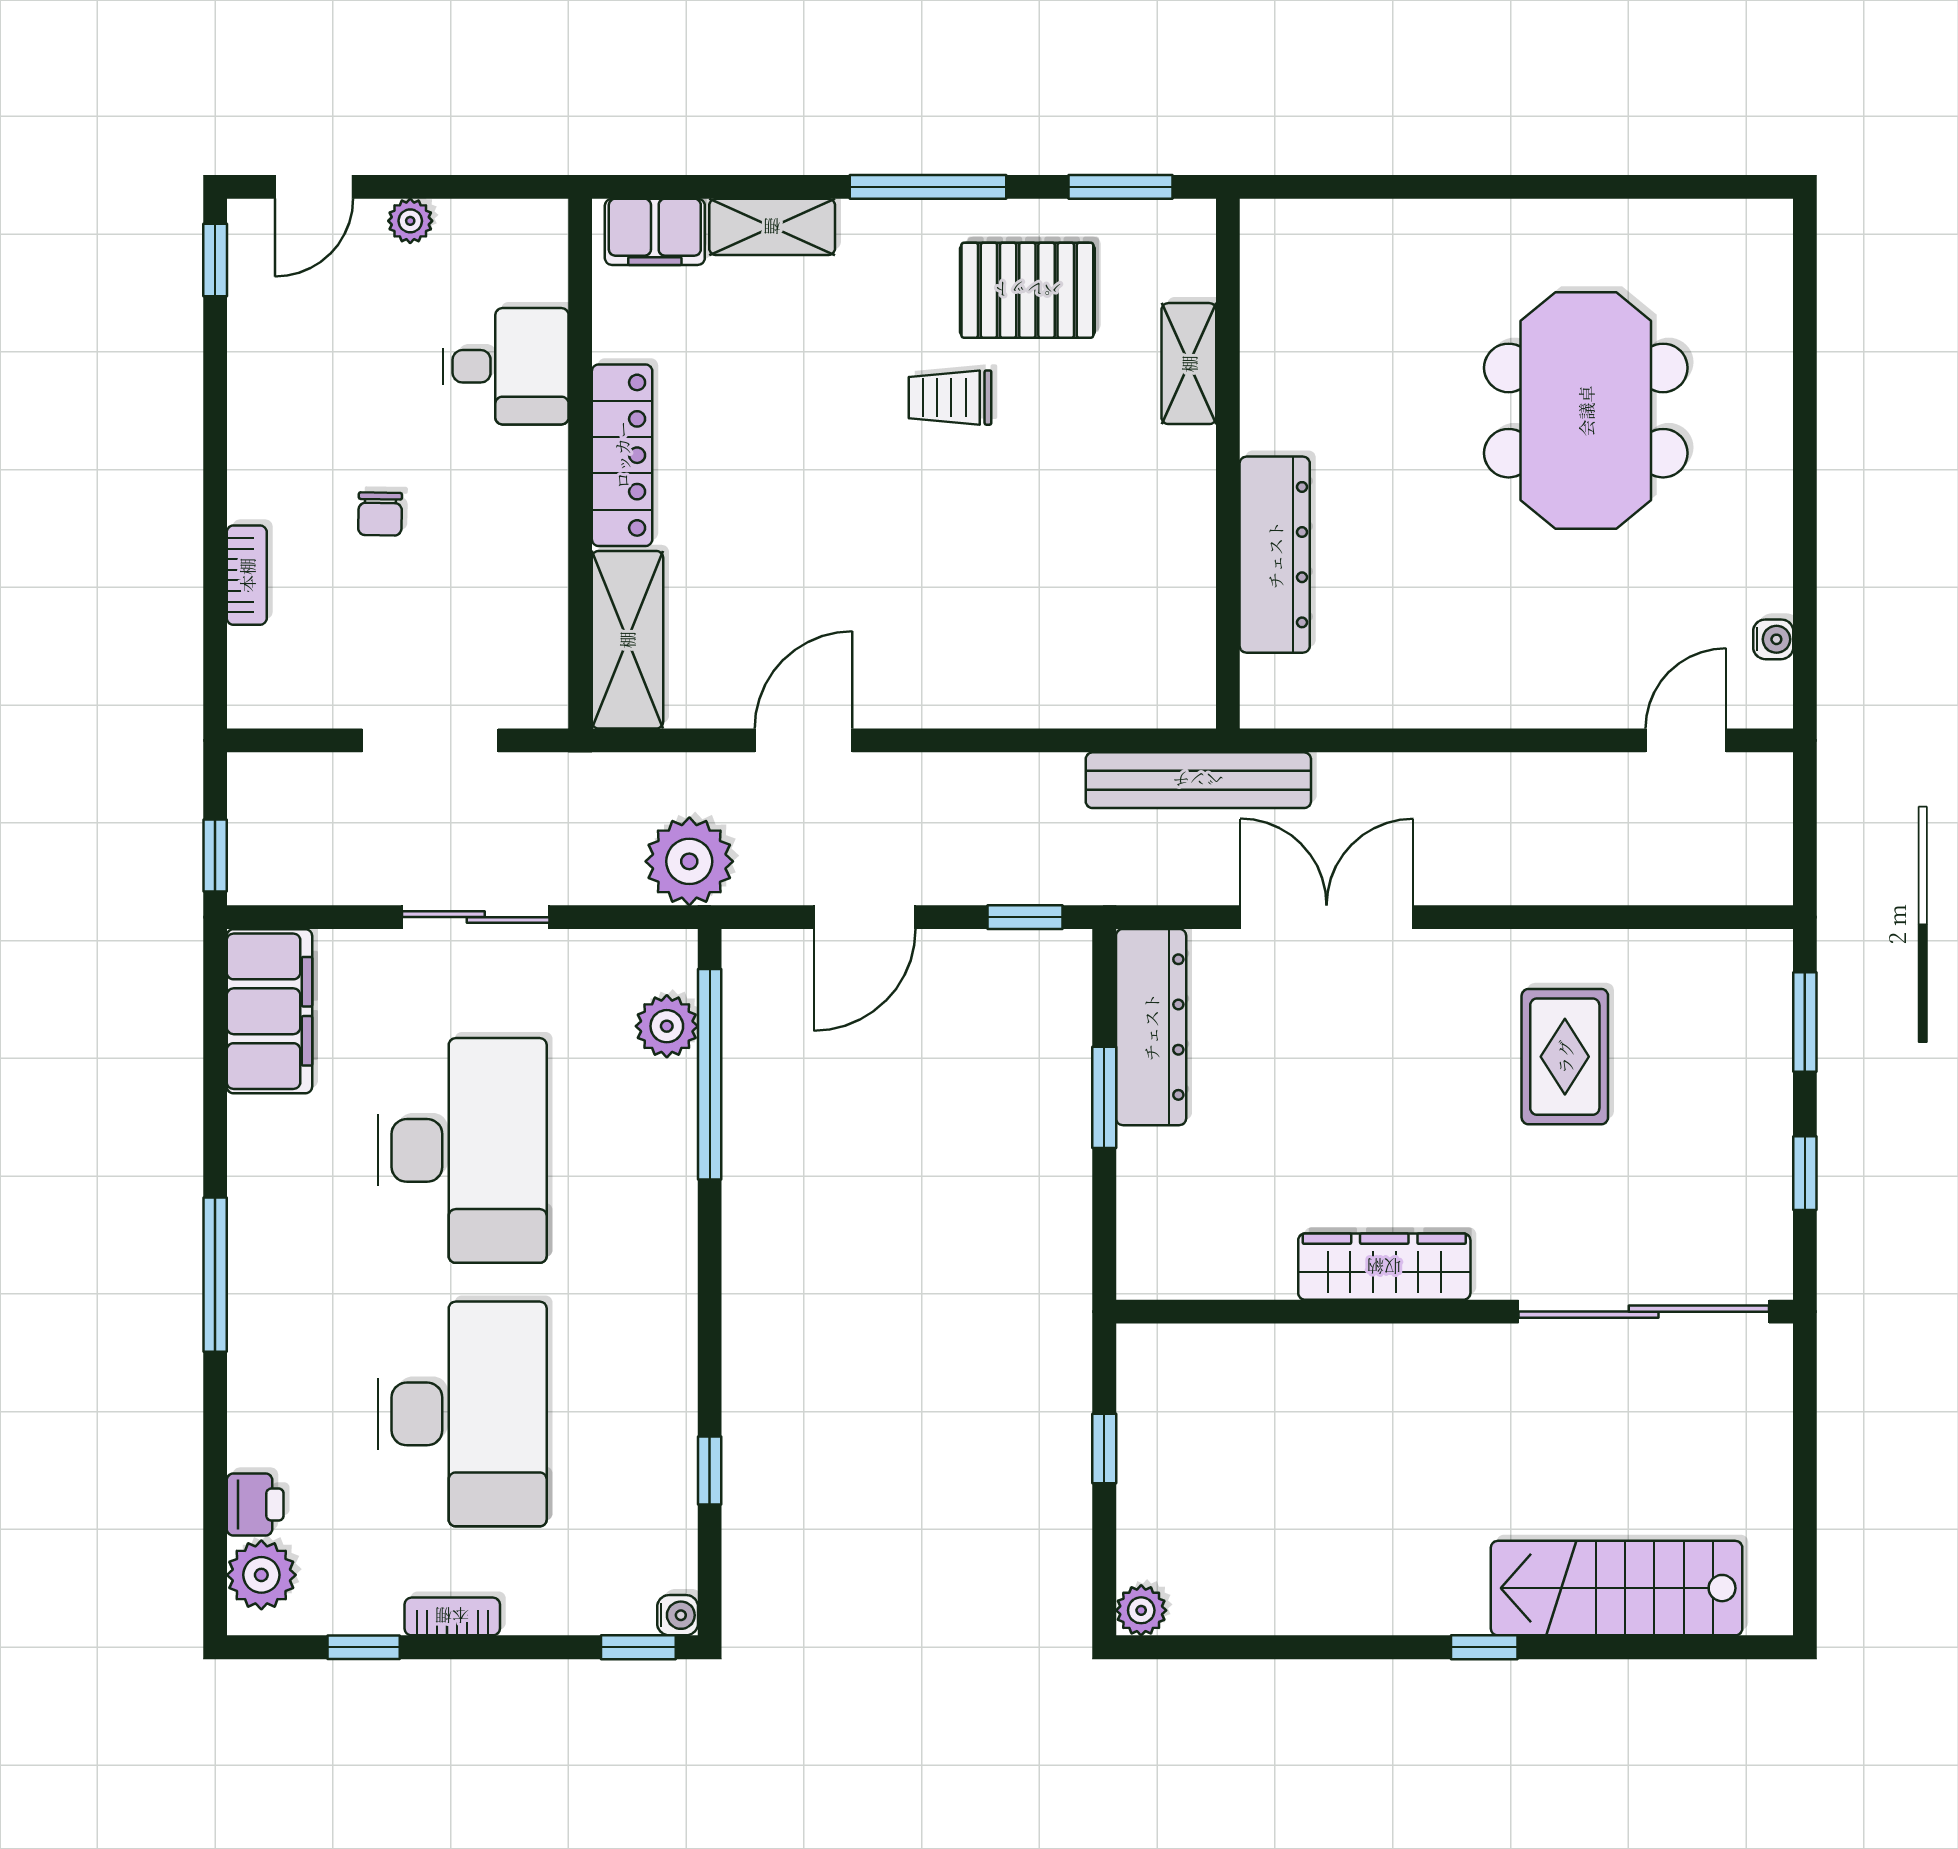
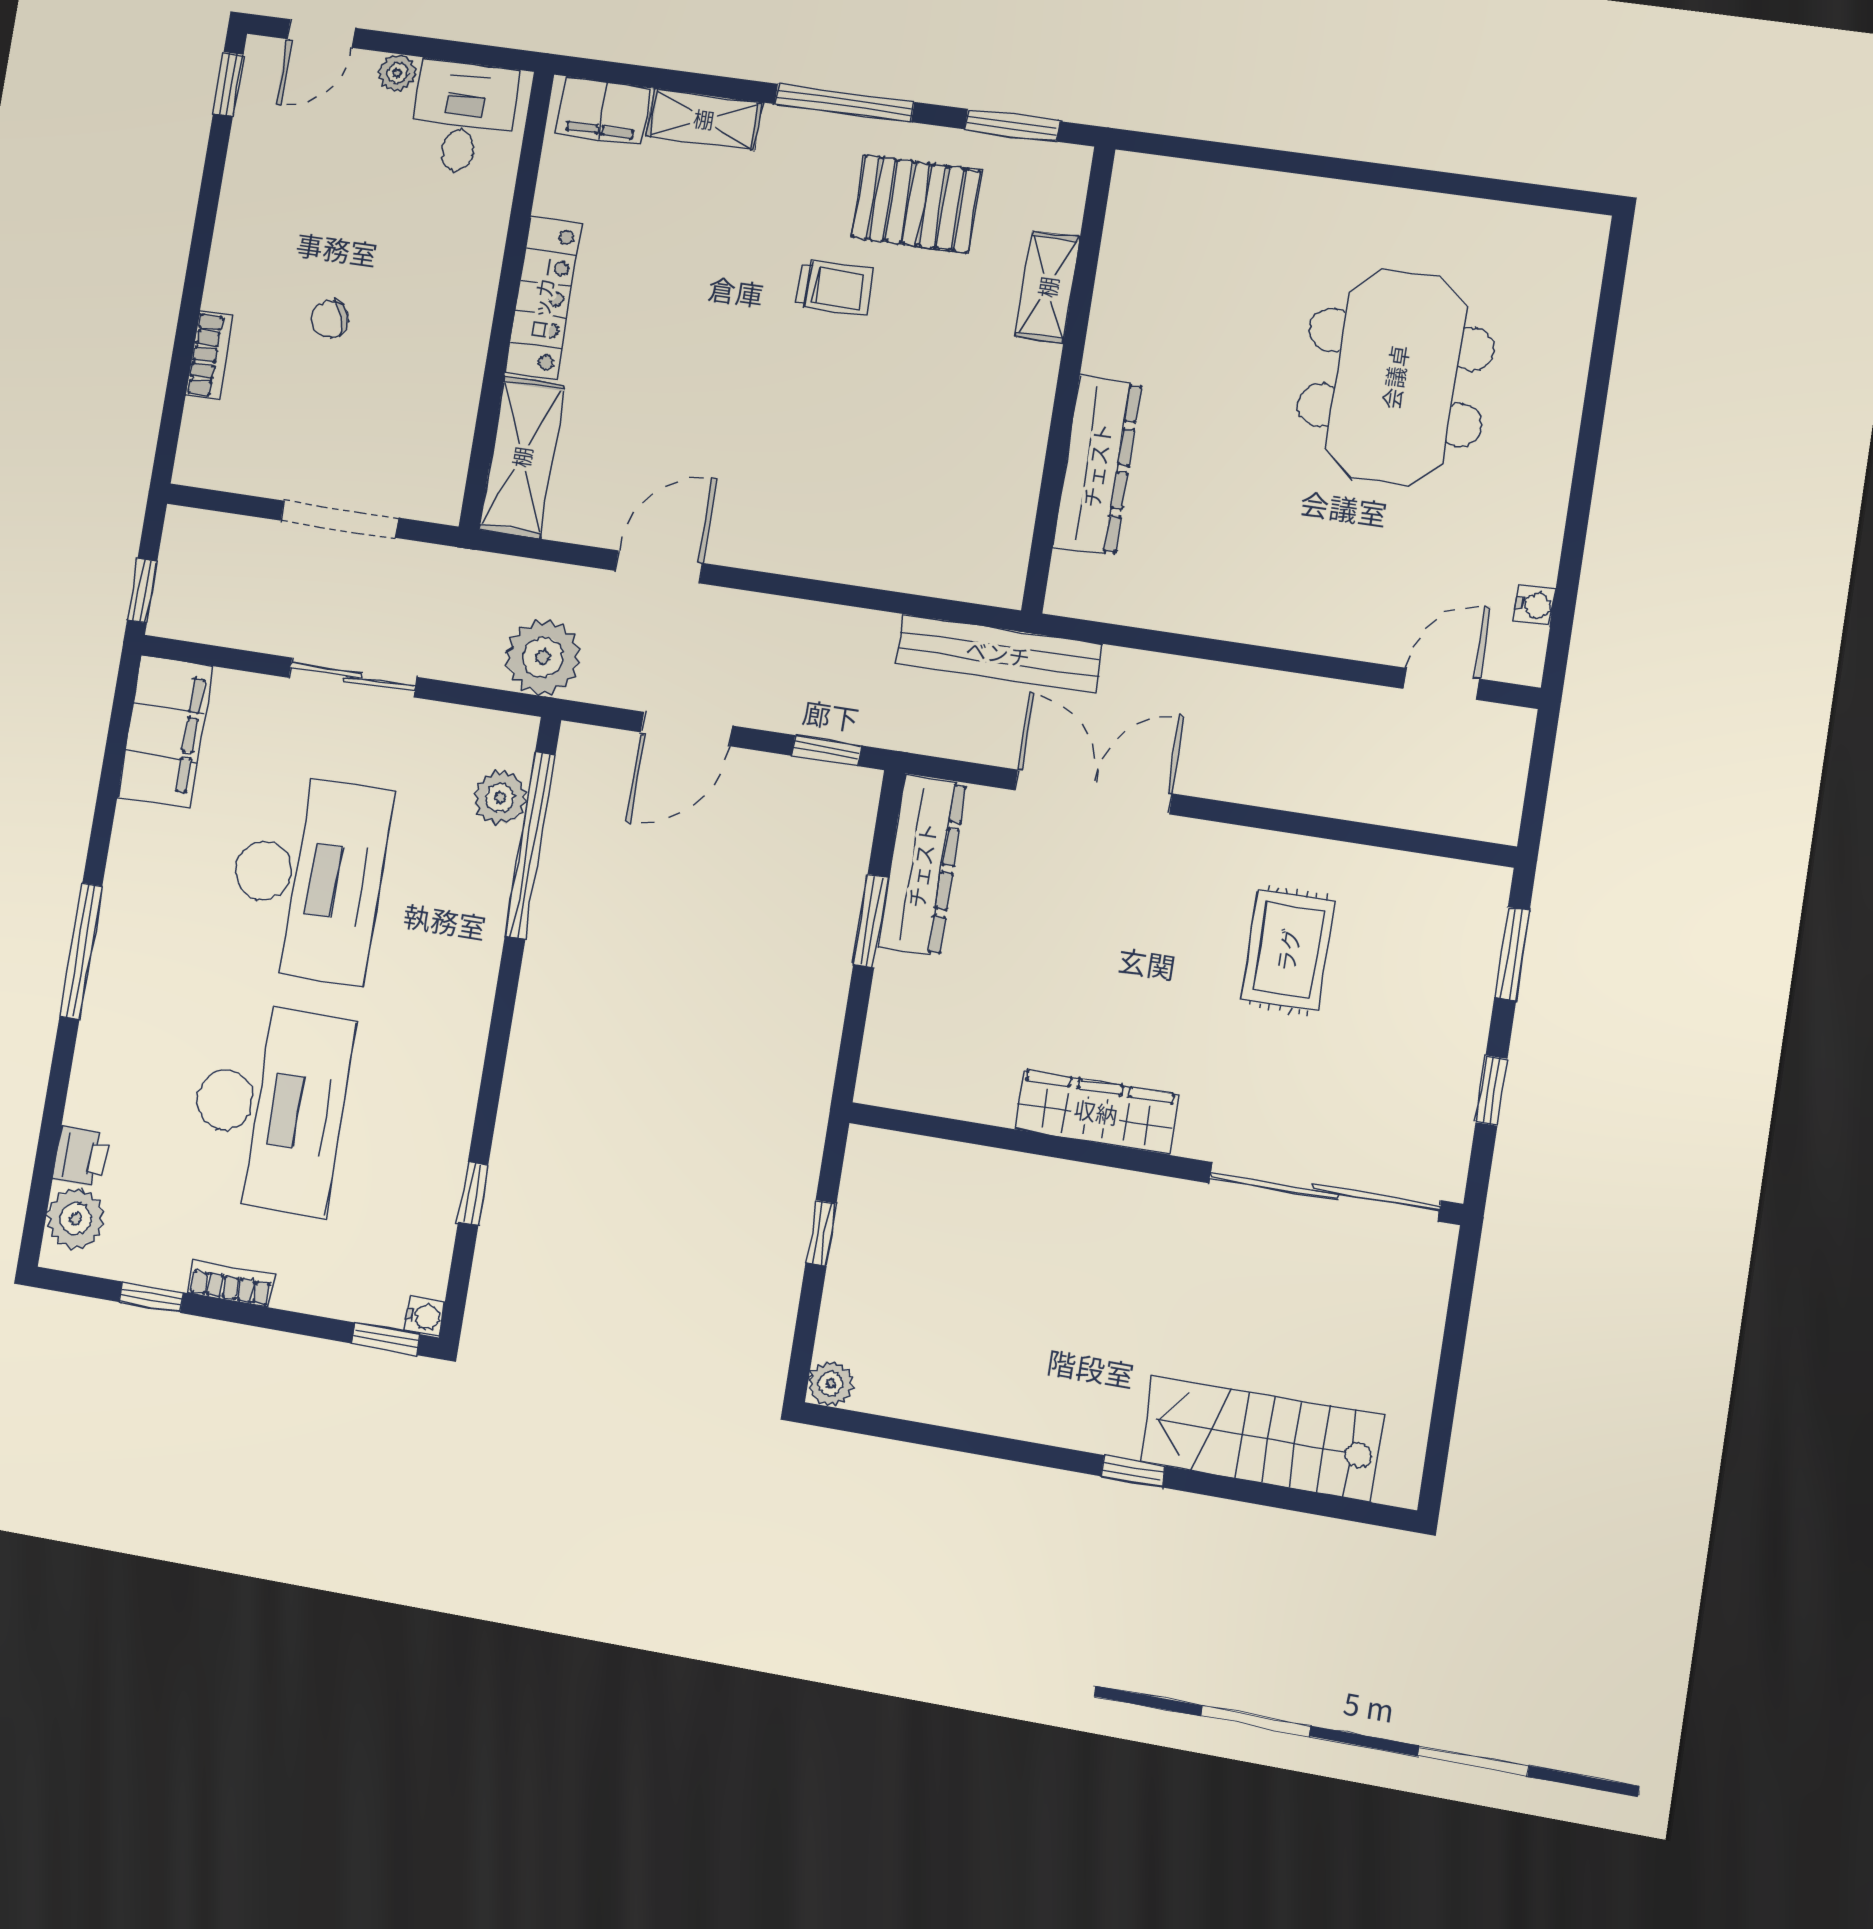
desk: (506, 366) -> (463, 117), moved, turned -90
trolley: (950, 398) -> (834, 288), turned 180
chair: (380, 514) -> (330, 319), turned 71

